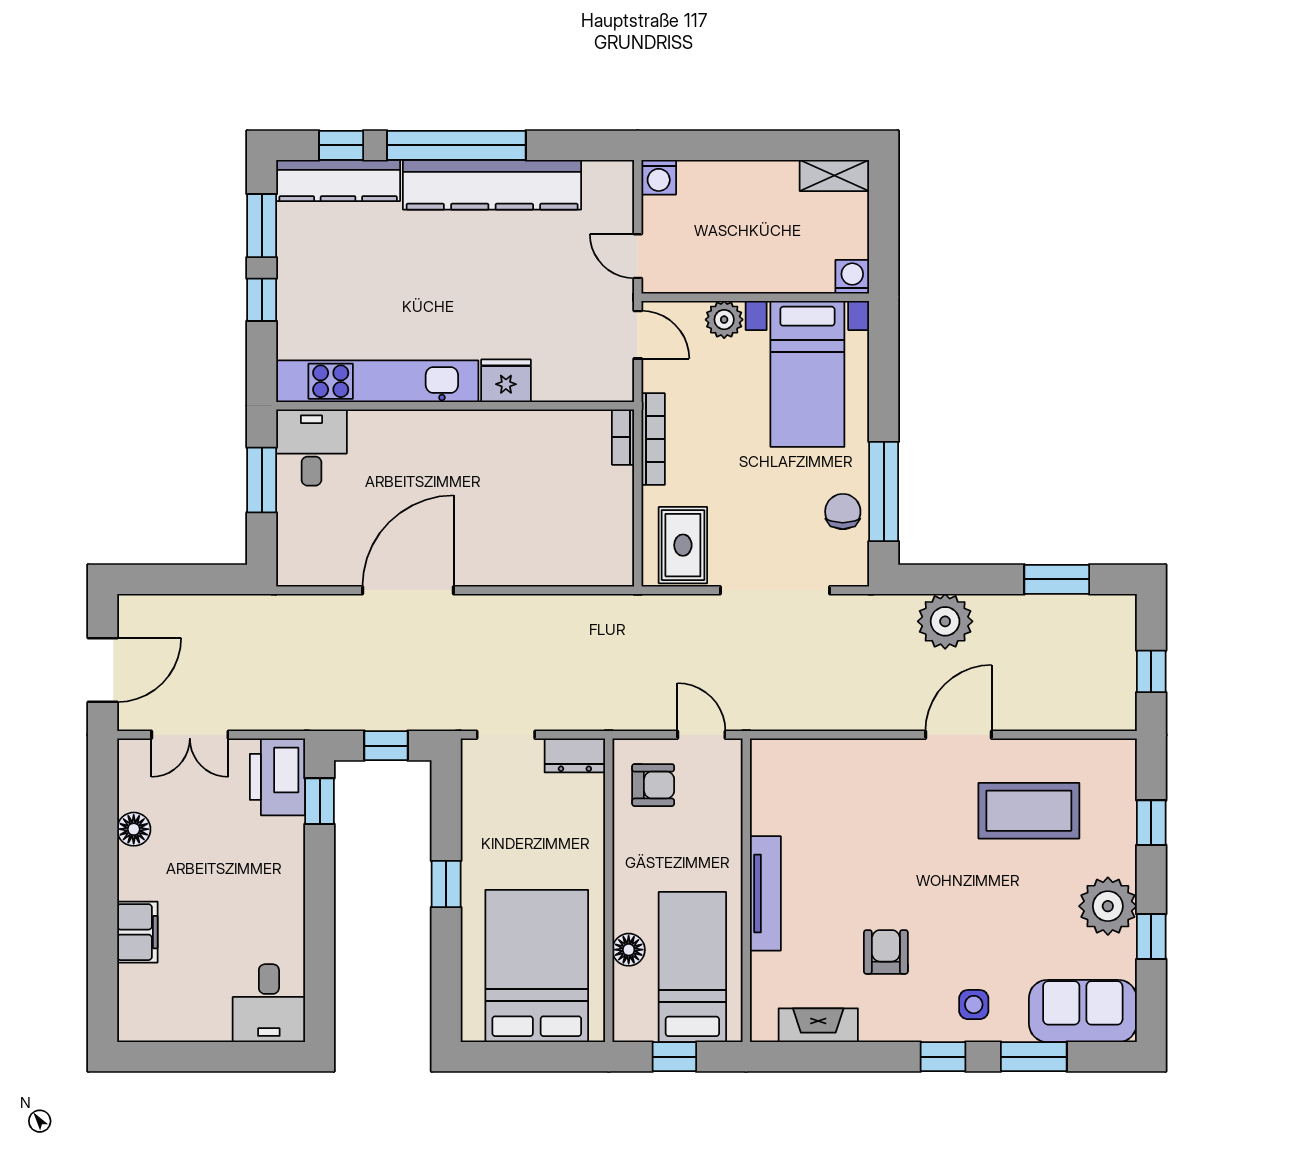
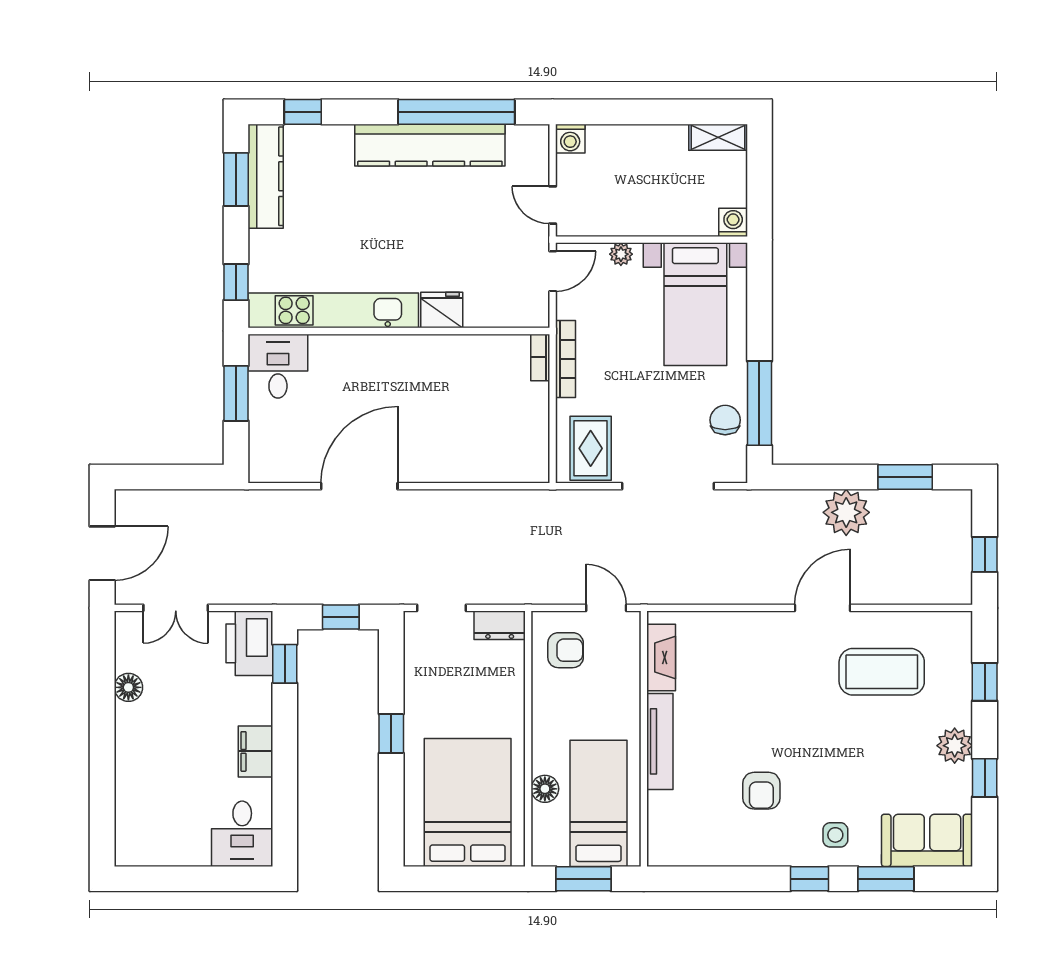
window: (456, 145) -> (456, 112), moved
kitchen counter: (338, 180) -> (266, 176), moved, turned -90
window: (262, 300) -> (236, 282), moved
plant: (724, 320) -> (621, 254), width x0.73, depth x0.73
door: (638, 335) -> (553, 271), hinge flipped
plant: (945, 621) -> (846, 512), moved
plant: (1108, 906) -> (955, 746), width x0.73, depth x0.73
filing cabinet: (137, 932) -> (255, 751), moved, turned 180
armchair: (886, 952) -> (761, 791), turned 180
fireplace: (818, 1025) -> (661, 657), moved, turned 90
window: (674, 1057) -> (583, 879), width x1.50

